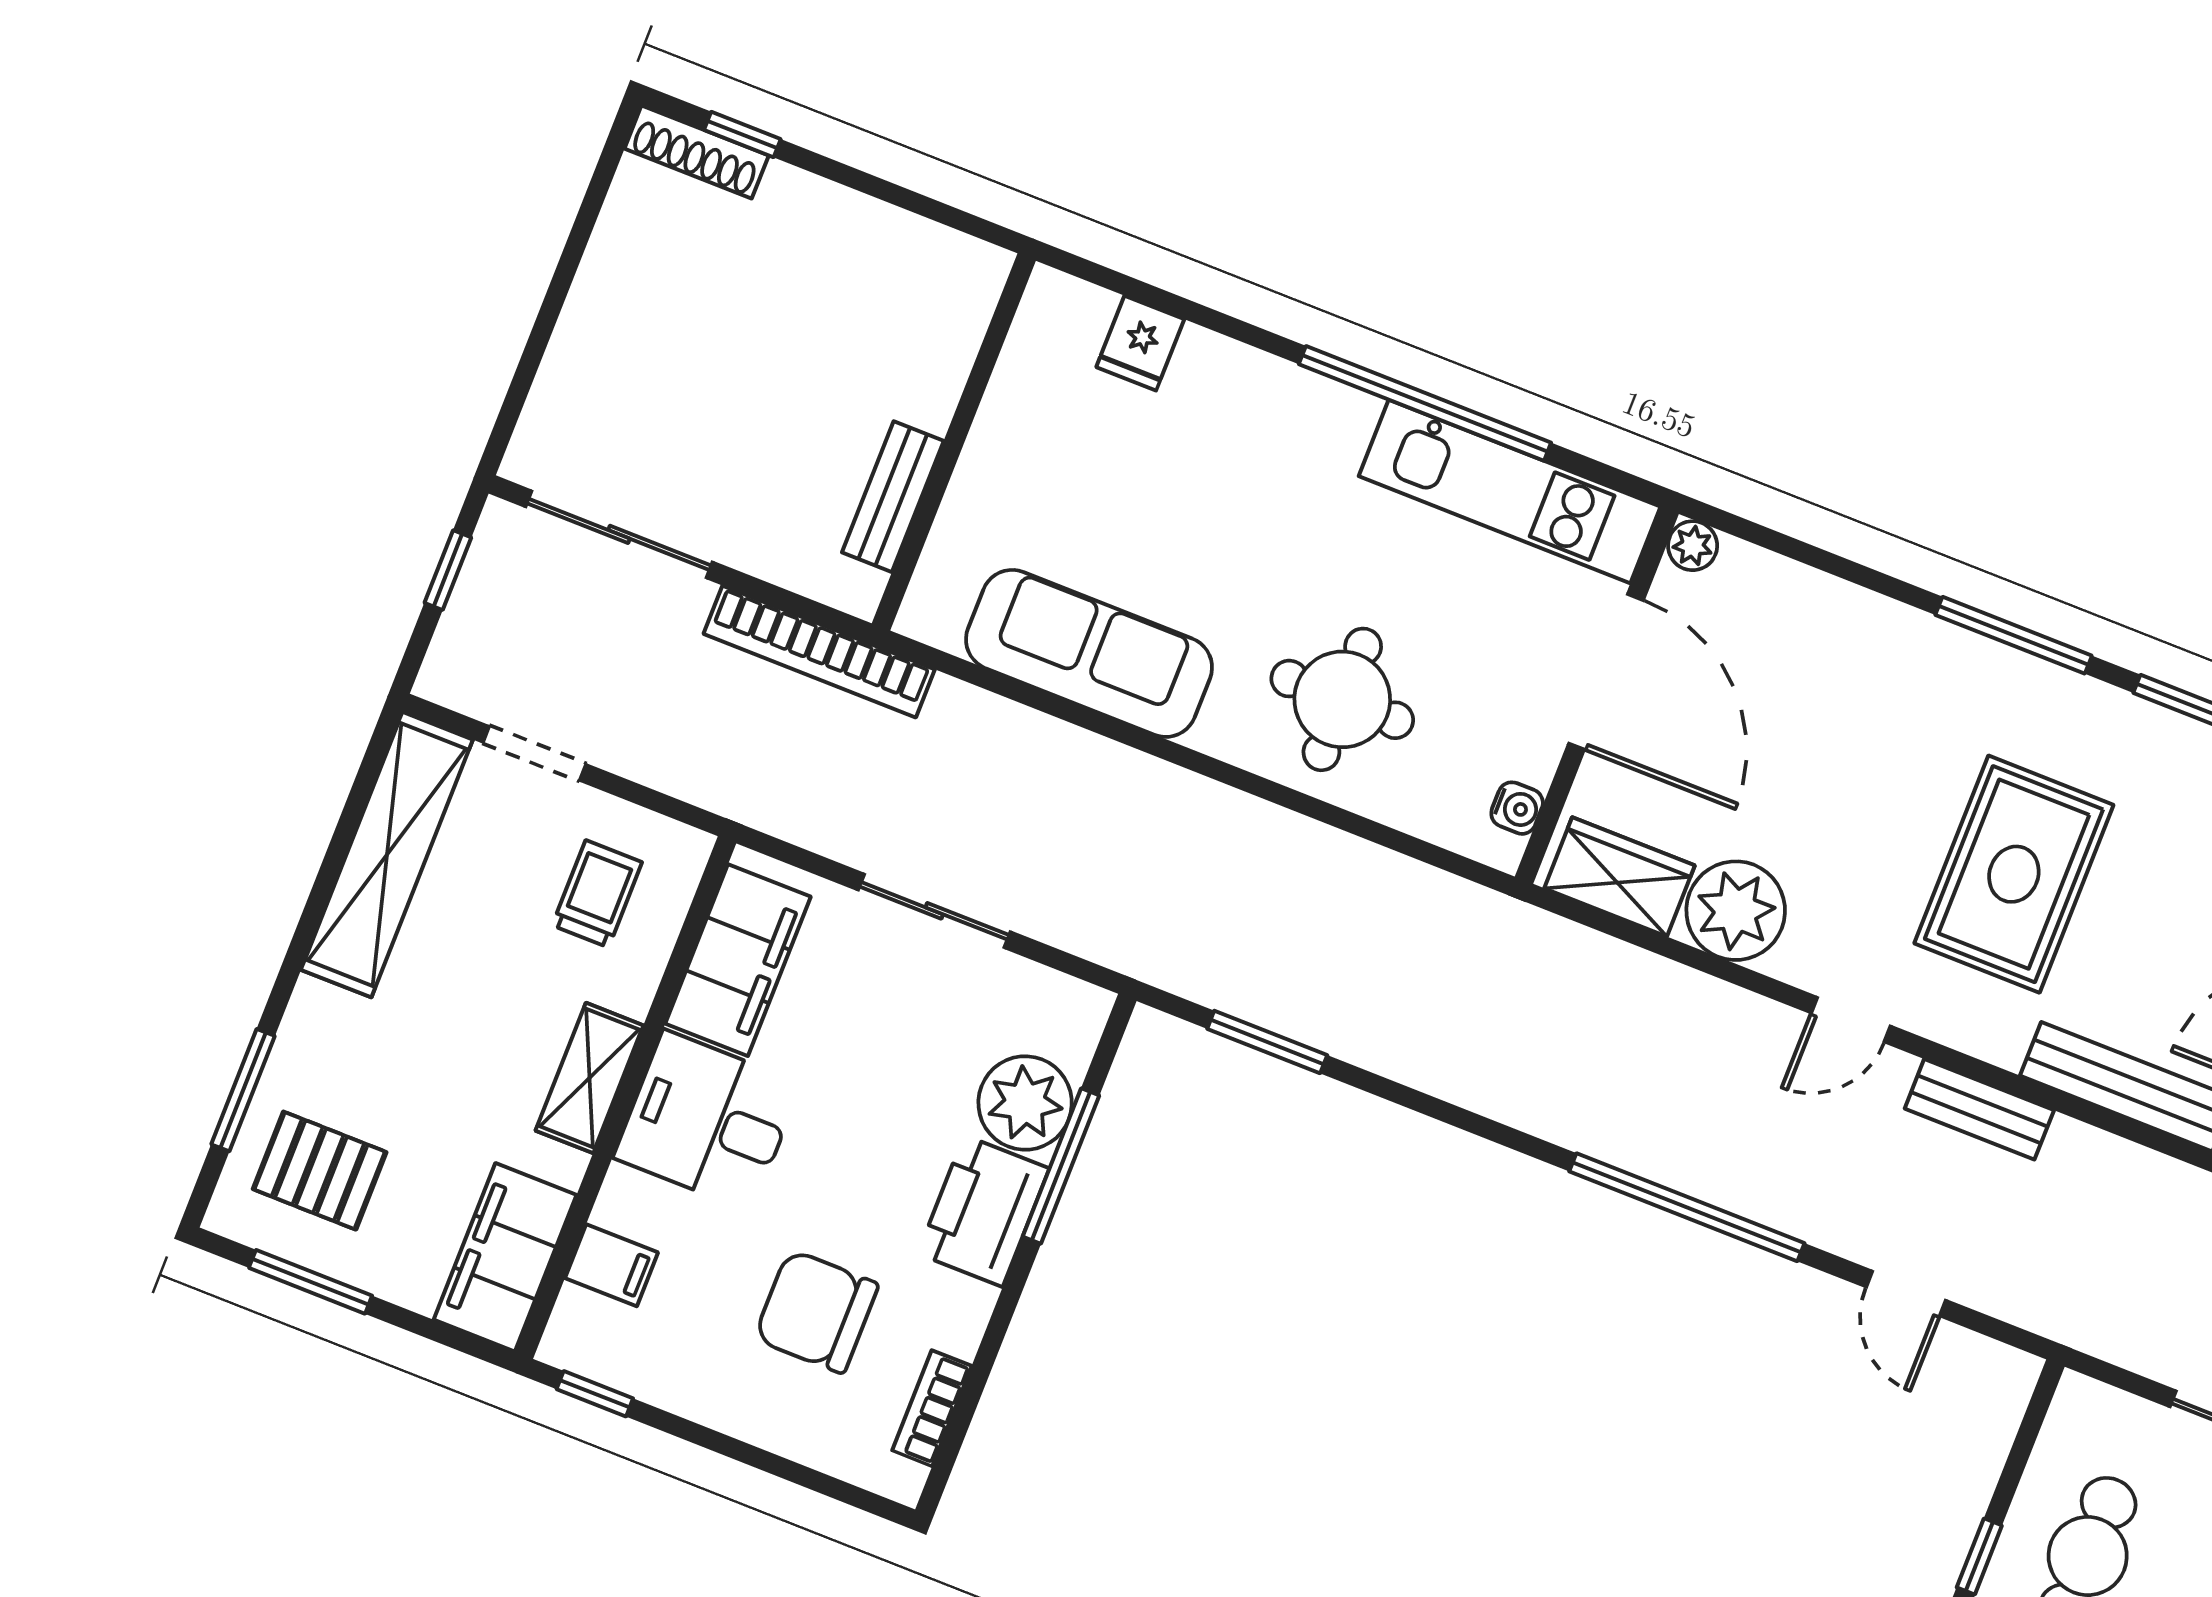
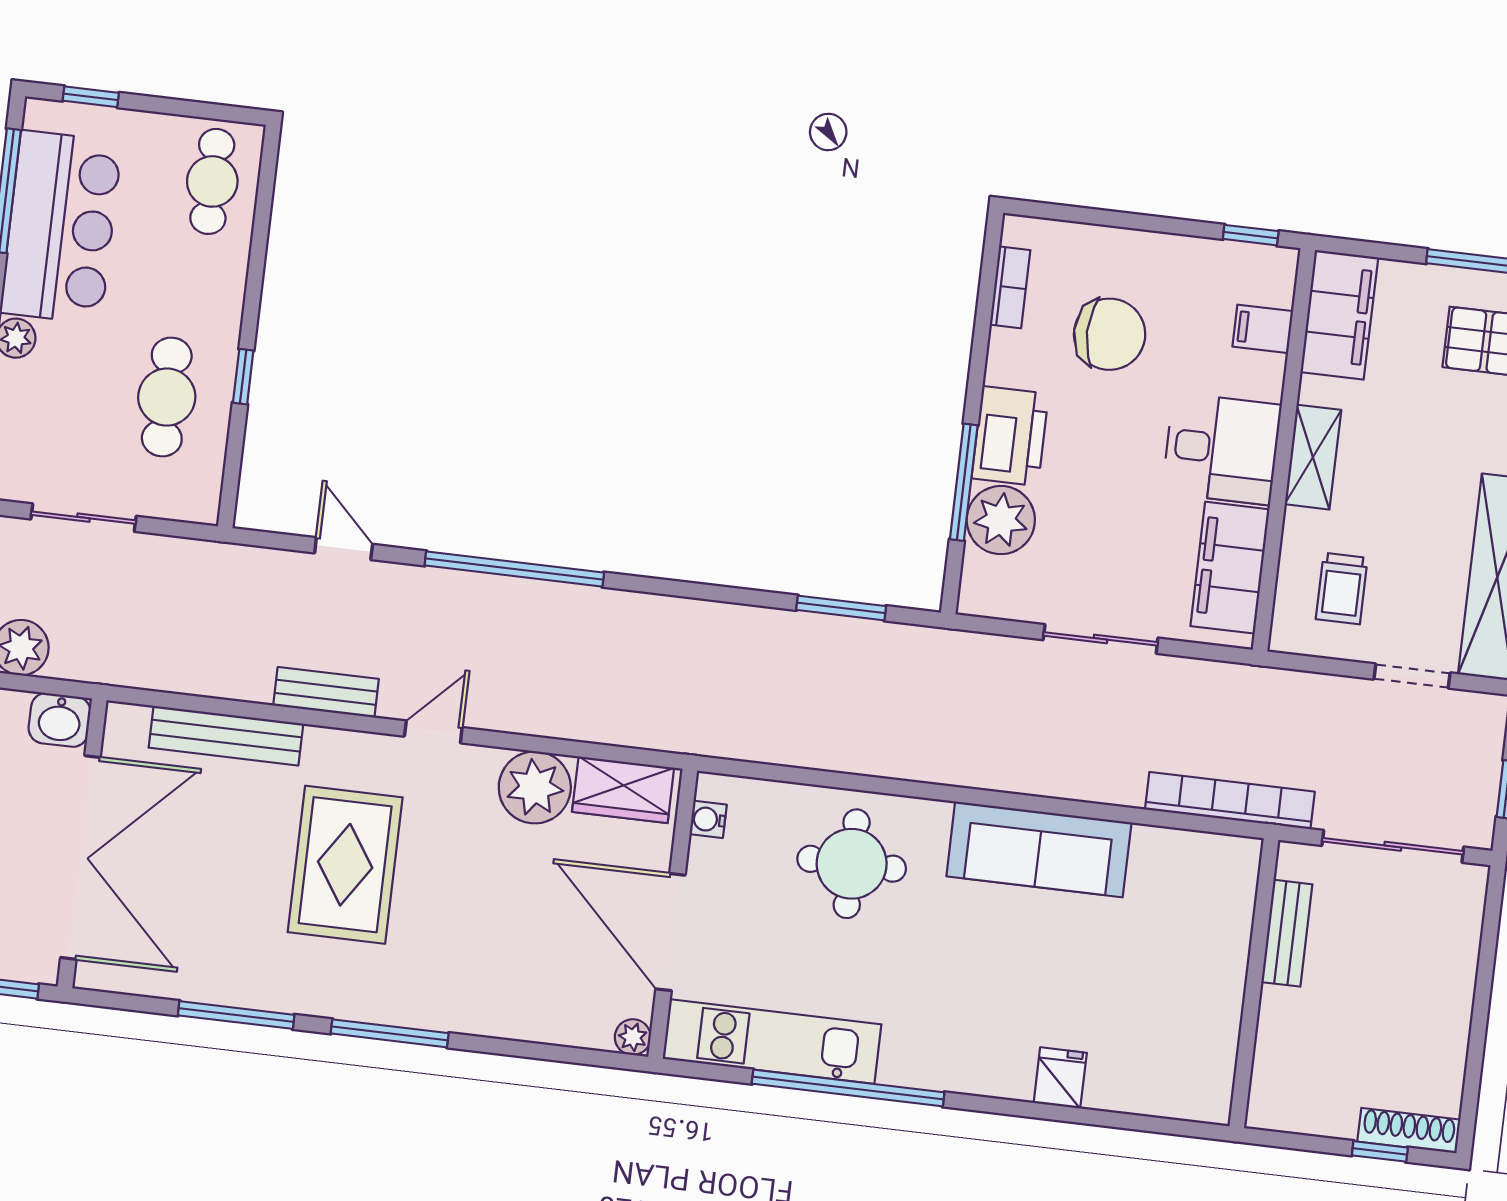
wall: (954, 442) -> (1254, 983), moved
bench: (893, 497) -> (1287, 933), moved

